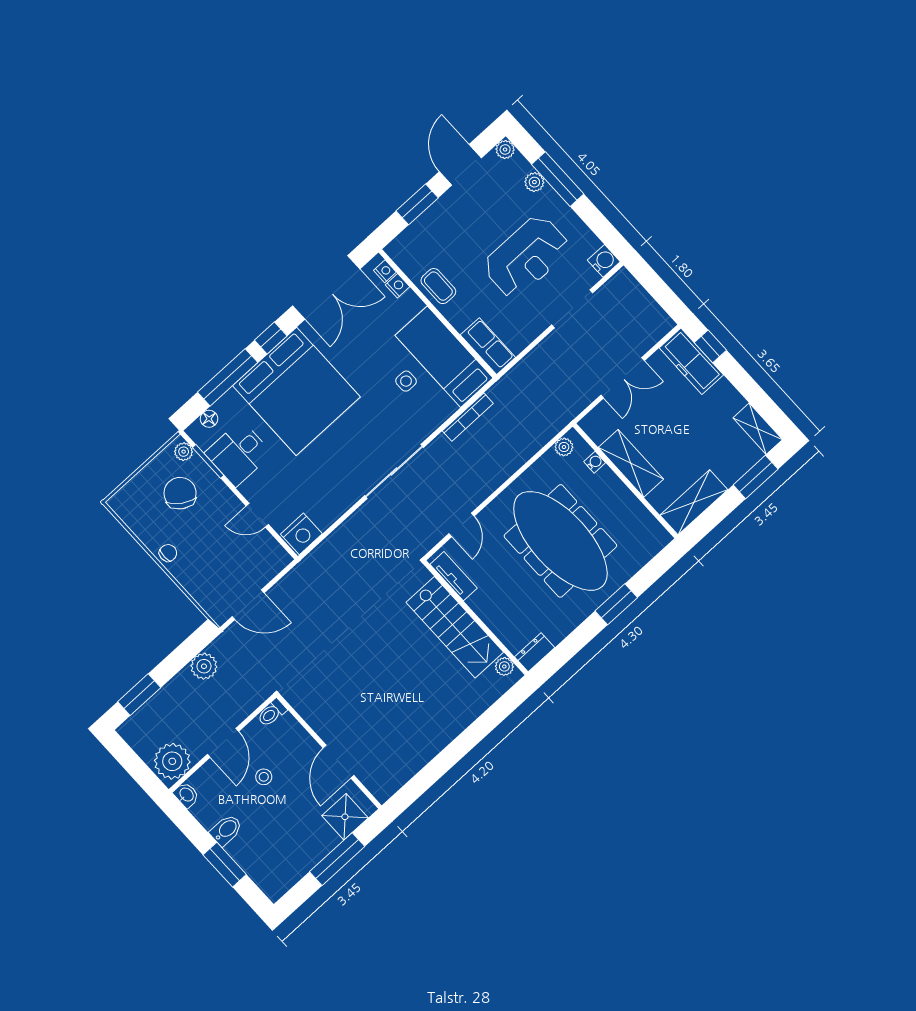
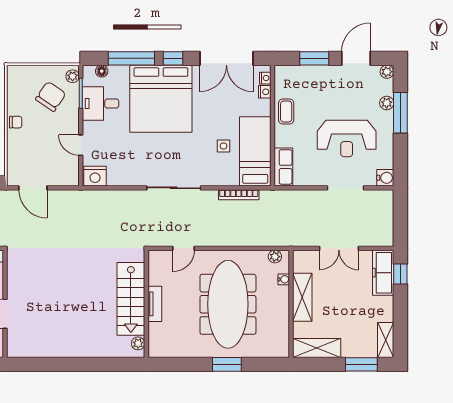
tv unit: (454, 576) -> (155, 304), moved
dresser: (535, 652) -> (161, 350), removed

